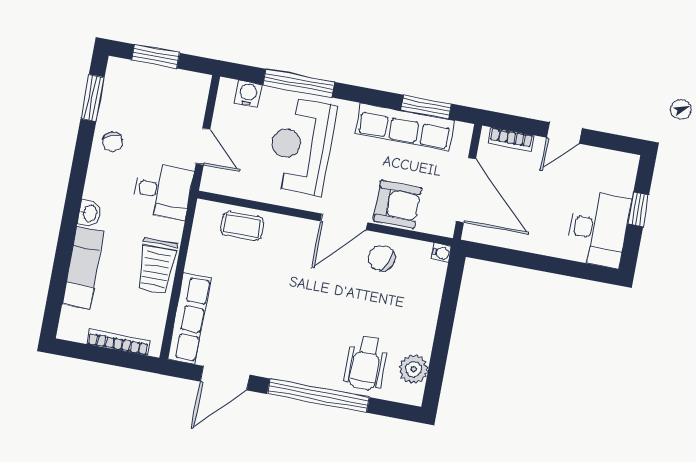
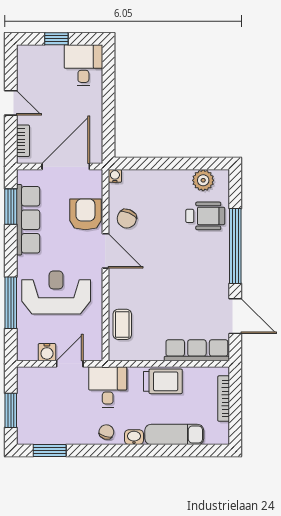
water cooler: (248, 94) -> (47, 352), moved, turned -90
chair: (113, 142) -> (106, 432), moved, turned -50
reception desk: (301, 146) -> (56, 292), turned 180
desk: (598, 229) -> (83, 65), width x0.73

